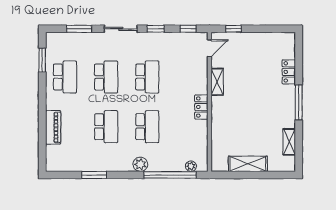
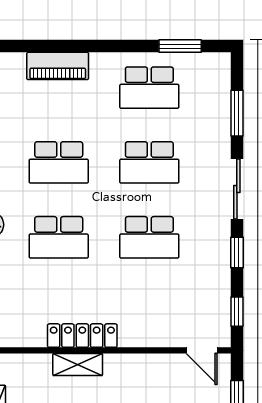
shelving: (217, 82) -> (78, 364), moved
locker: (201, 107) -> (82, 336), width x1.53

